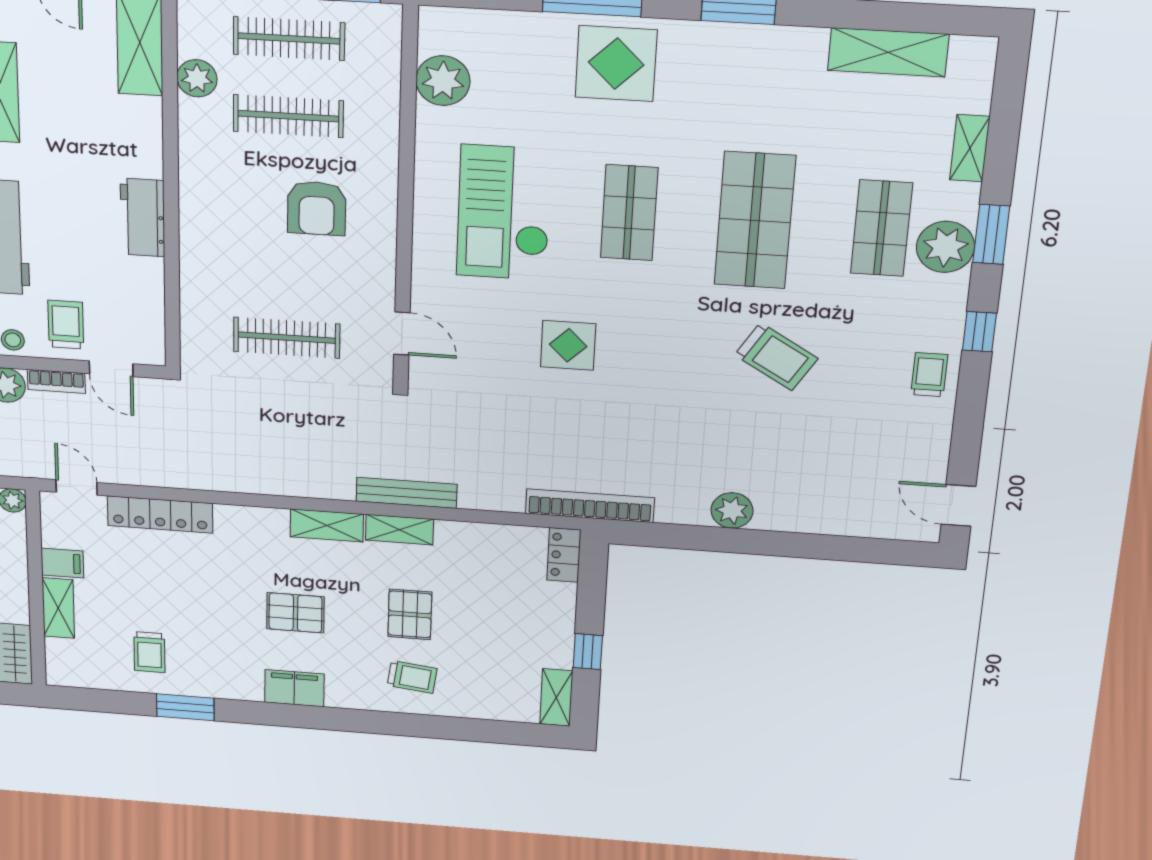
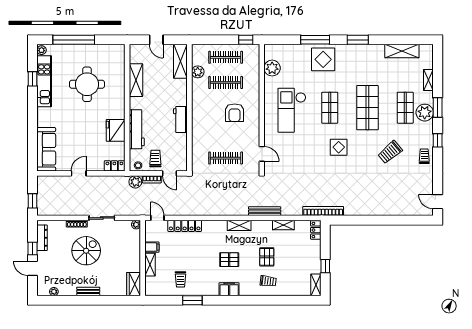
display table: (568, 345) -> (339, 147), moved
trolley: (776, 357) -> (390, 152), moved, turned 109
plant: (732, 510) -> (368, 209), removed
shelving: (399, 530) -> (283, 225), moved

